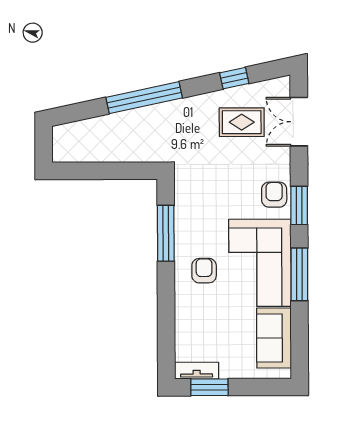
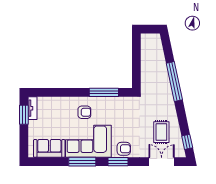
window: (234, 78) -> (187, 142), moved

